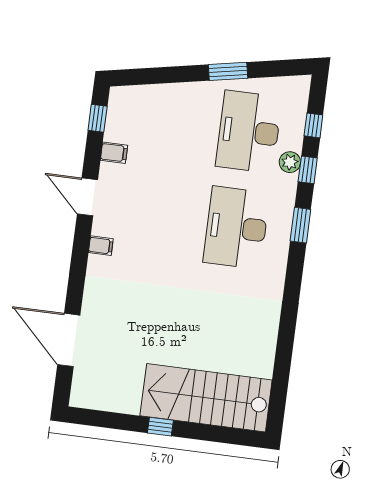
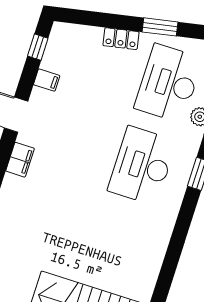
locker: (187, 92) -> (121, 39), added
filing cabinet: (101, 246) -> (20, 160), width x2.00

